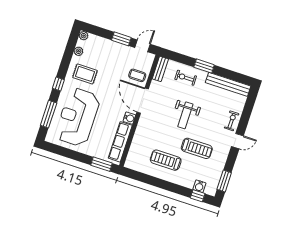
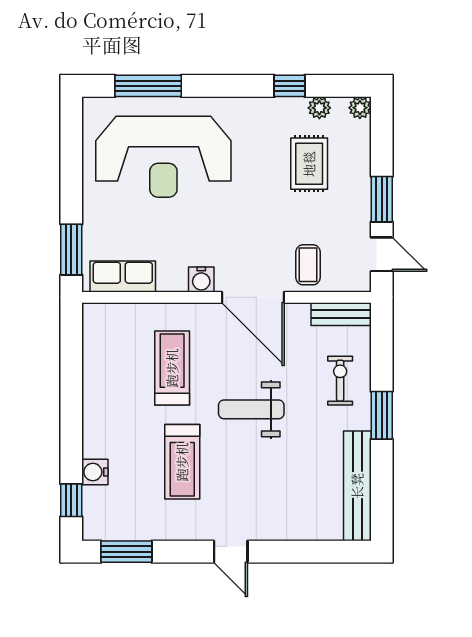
rug: (85, 74) -> (309, 164), moved
window: (58, 84) -> (289, 86), moved
door: (143, 101) -> (253, 297), swing flipped
reception desk: (78, 117) -> (163, 157), turned 180
exercise bike: (232, 121) -> (274, 523), removed
row of seats: (120, 142) -> (123, 276), width x0.68
treadmill: (166, 160) -> (172, 368), moved
water cooler: (199, 186) -> (95, 472), moved

